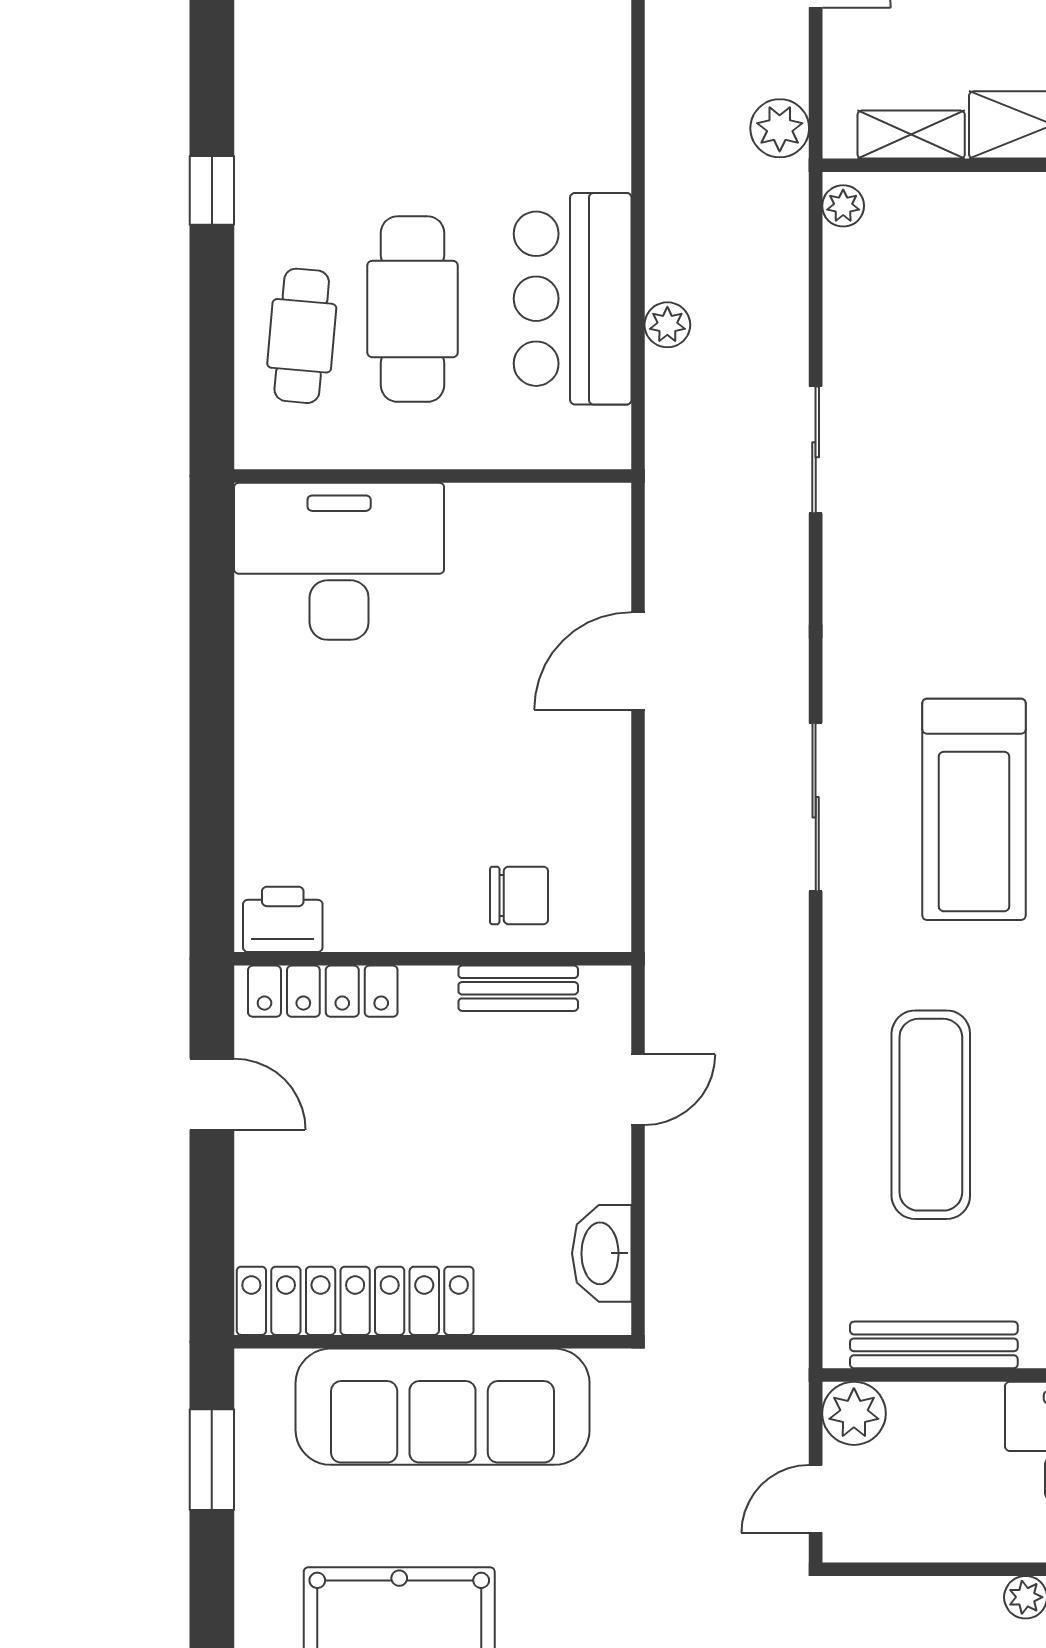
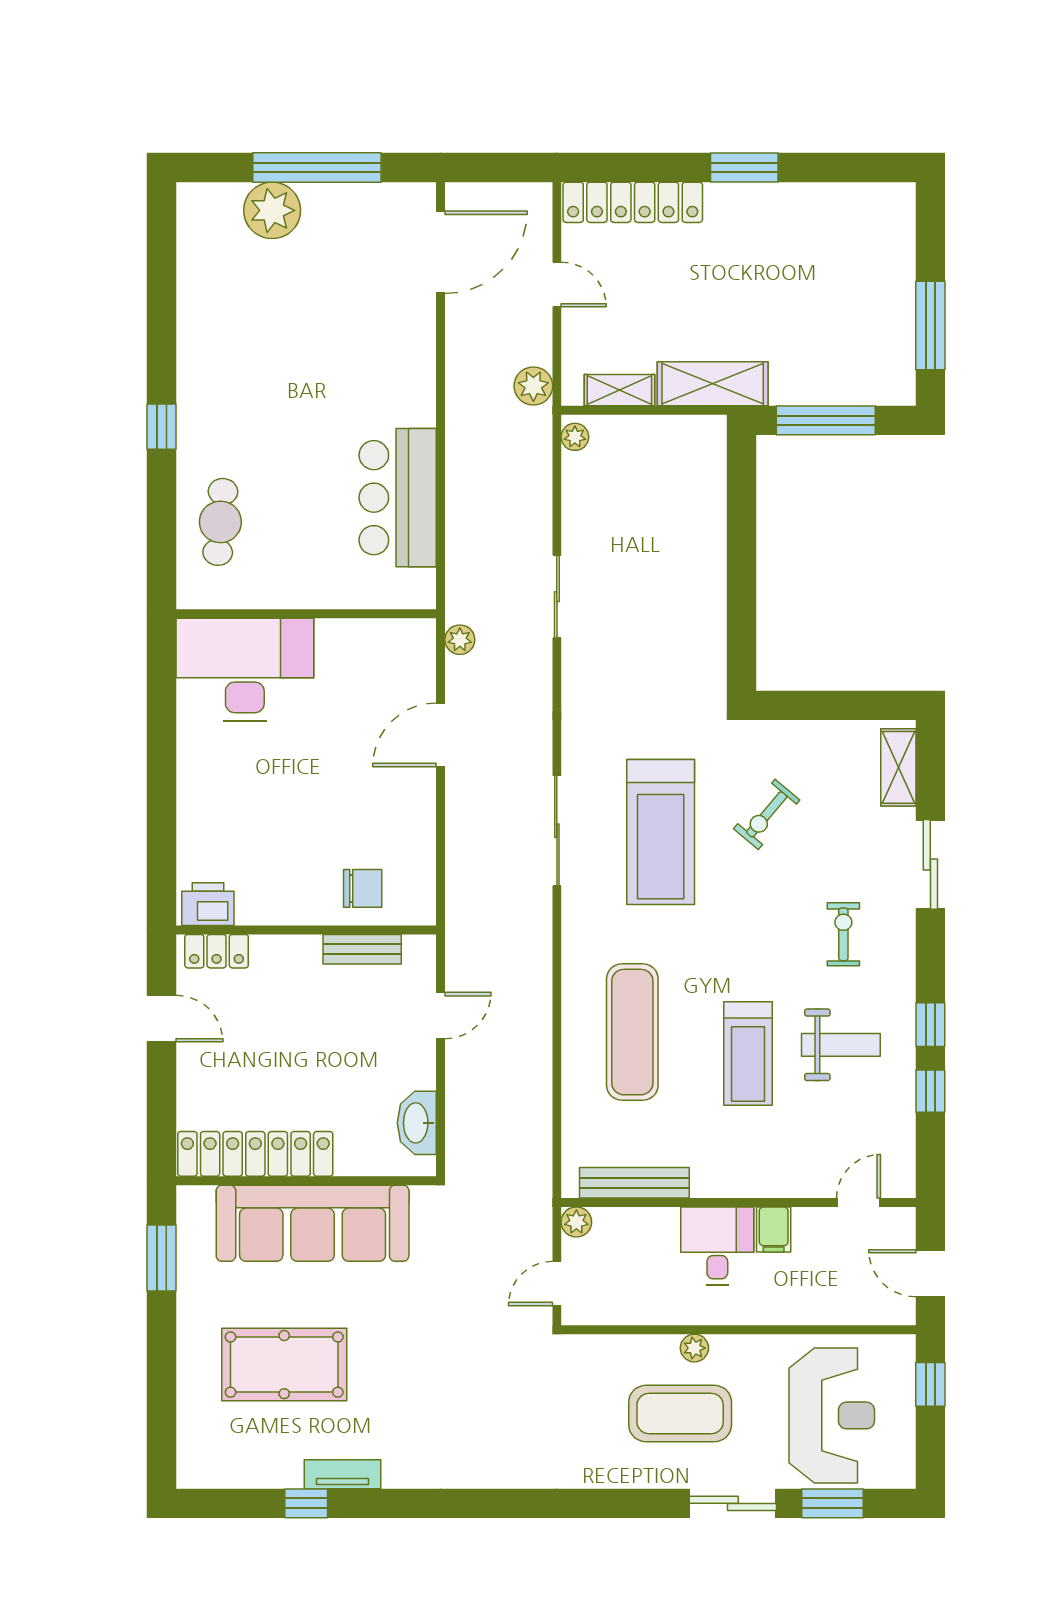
cafe table: (413, 309) -> (293, 504), removed
plant: (667, 325) -> (460, 640), moved
locker: (323, 991) -> (217, 951), width x0.66
plant: (854, 1413) -> (576, 1222), width x0.73, depth x0.73

